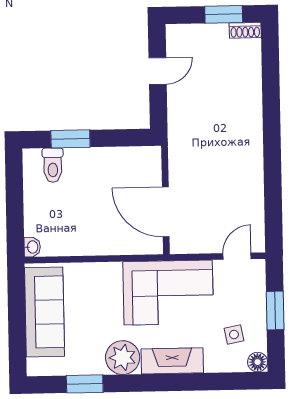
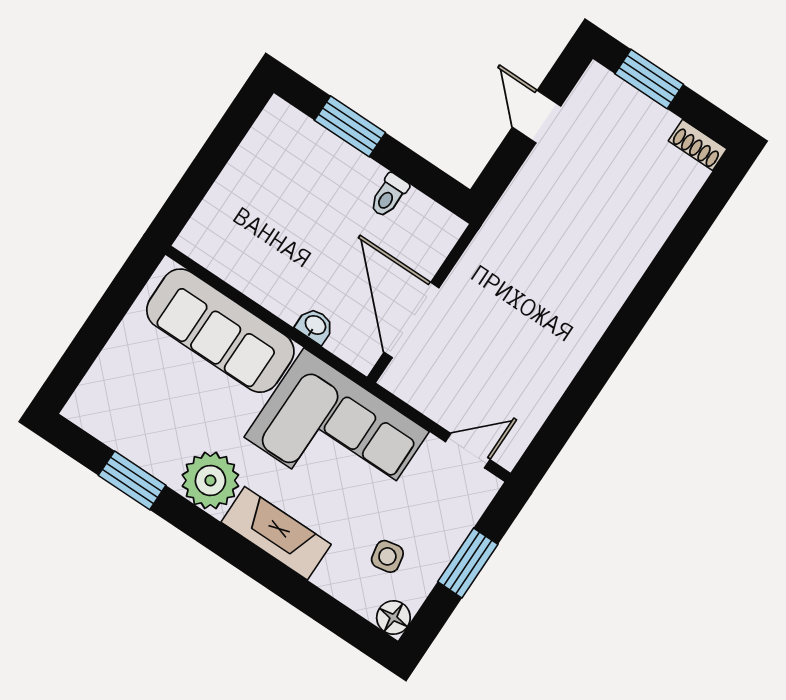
window: (224, 14) -> (649, 79), moved
door: (158, 71) -> (537, 117), swing flipped
toilet: (53, 165) -> (389, 195), moved, width x0.73, depth x0.72
washbasin: (32, 247) -> (315, 326), moved, turned -90
sofa: (45, 312) -> (220, 331), moved, turned 90

